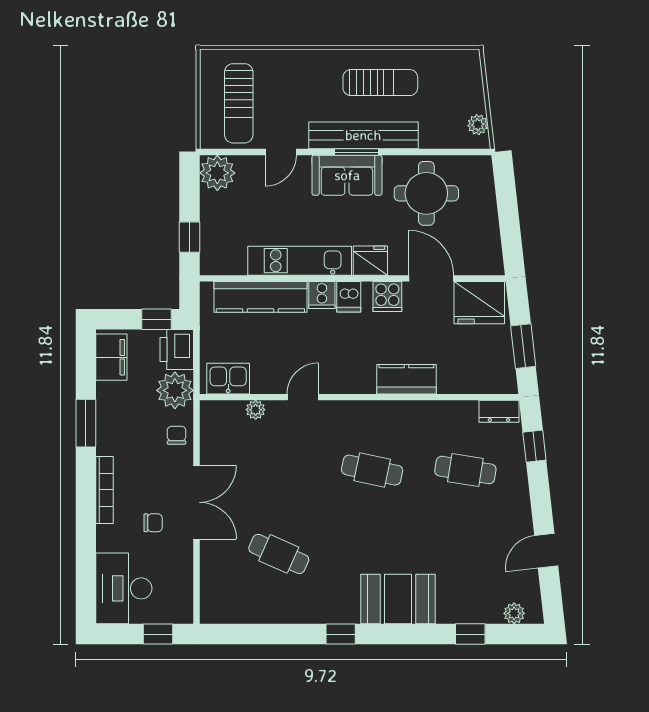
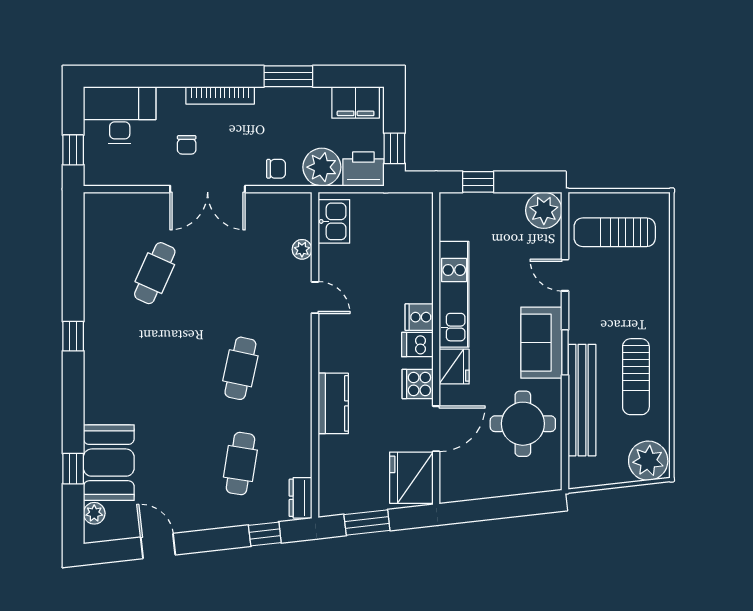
plant: (478, 125) -> (648, 461), moved, width x1.87, depth x1.87
bench: (363, 135) -> (582, 400), moved
kitchen counter: (260, 297) -> (417, 254), removed
booth: (398, 599) -> (109, 463), moved

